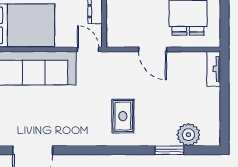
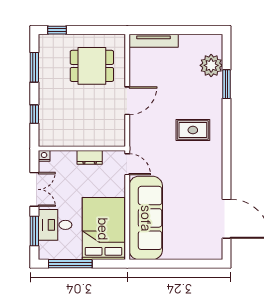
door: (88, 49) -> (127, 164), swing flipped
tv unit: (214, 69) -> (154, 41), width x1.41

